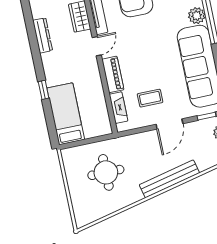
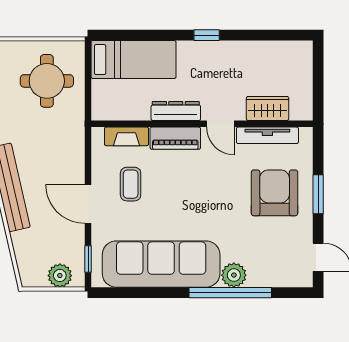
dresser: (43, 35) -> (176, 111), moved, turned 180
window: (44, 90) -> (207, 35), moved
round table: (106, 172) -> (47, 81), moved

